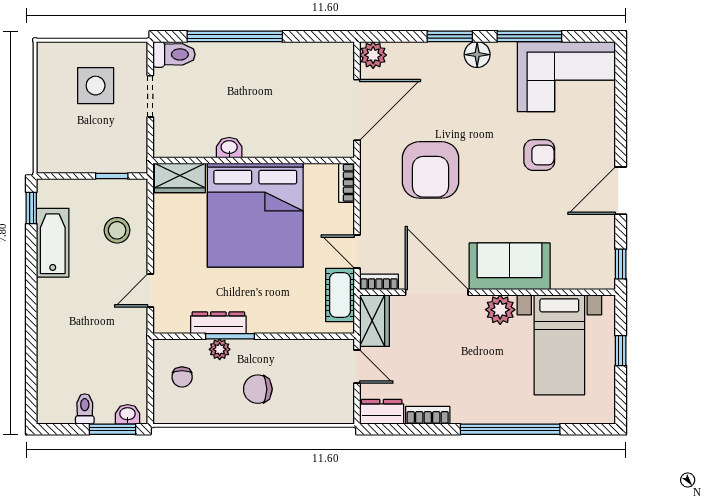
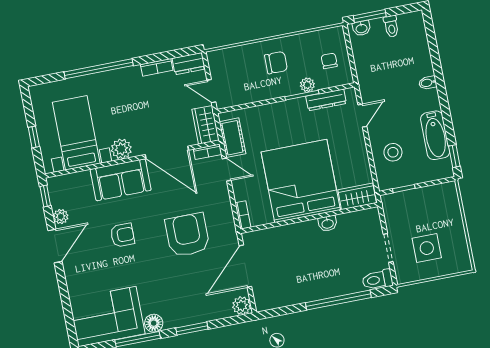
floor lamp: (477, 55) -> (154, 323), moved
armchair: (539, 155) -> (122, 235), moved, turned 180
plant: (605, 231) -> (61, 217), added
bidet: (49, 319) -> (428, 83), added
dresser: (218, 323) -> (326, 100), moved

